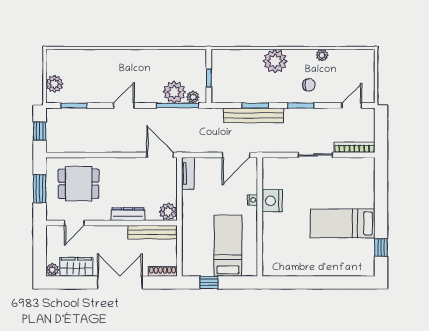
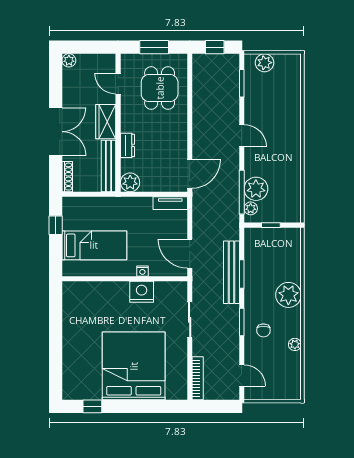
sliding door: (315, 155) -> (190, 320), moved
dresser: (128, 214) -> (127, 145), width x0.70
bed: (343, 223) -> (134, 366), width x2.04
wardrobe: (76, 267) -> (106, 122), moved, turned 180

